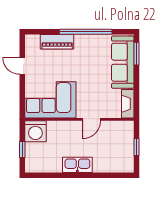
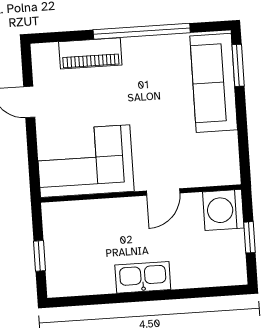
fireplace: (128, 104) -> (228, 159), removed
washing machine: (35, 131) -> (223, 210), moved, turned 90

